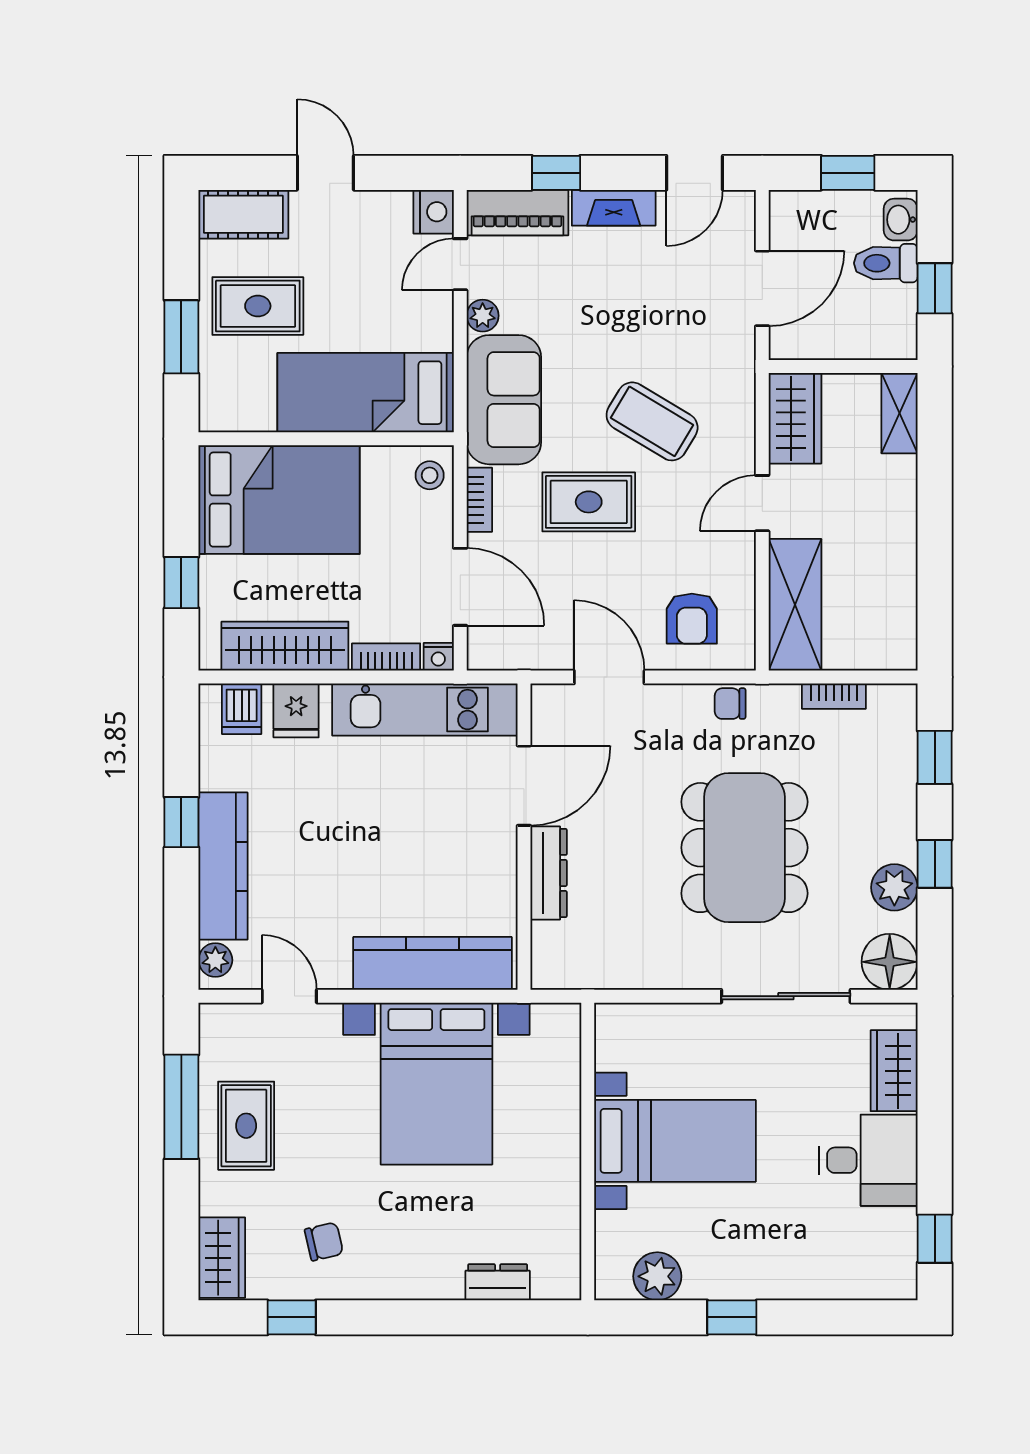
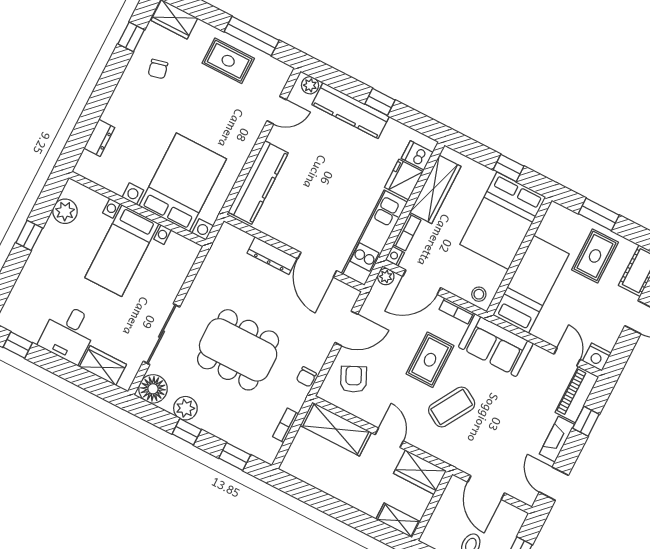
plant: (483, 316) -> (386, 277), moved
window: (181, 583) -> (508, 168), moved
armchair: (692, 619) -> (353, 379), turned 65
chair: (730, 704) -> (306, 377), turned 180
fridge: (296, 710) -> (404, 180), width x1.38
bed with nightstands: (436, 1084) -> (183, 182), moved, turned 90

